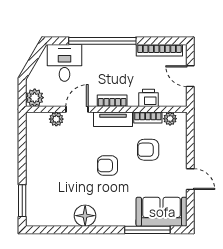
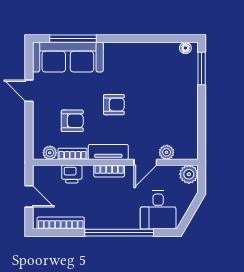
sofa: (162, 212) -> (68, 57), width x1.36
floor lamp: (85, 216) -> (185, 48), moved, width x0.53, depth x0.53

